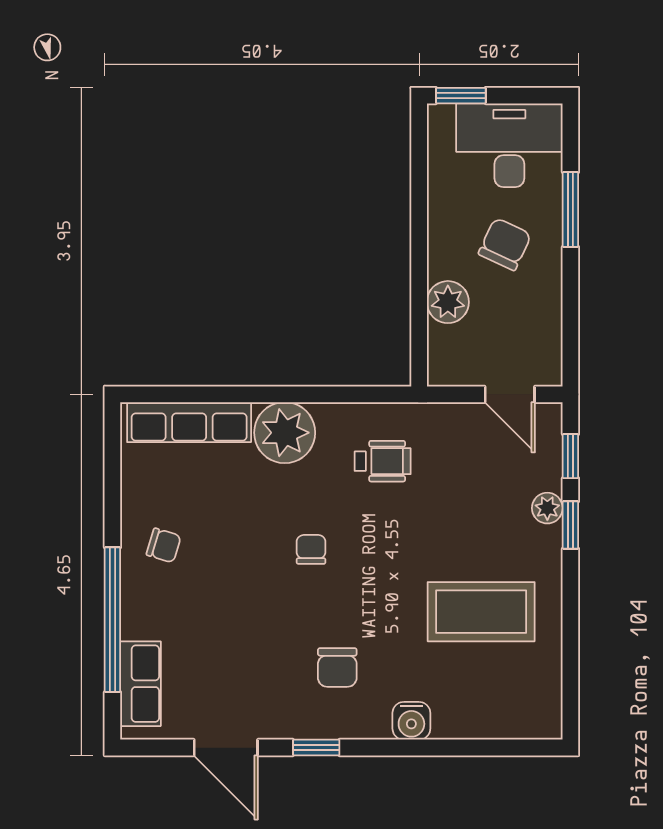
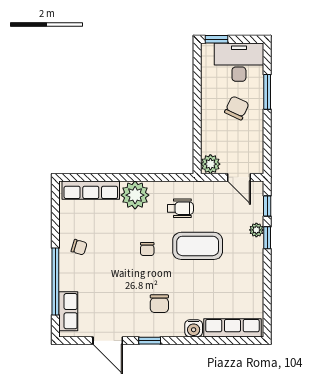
plant: (448, 302) -> (210, 164), moved
chair: (311, 549) -> (147, 249), turned 180
coffee table: (481, 612) -> (198, 246), moved
row of seats: (495, 720) -> (232, 328), added

